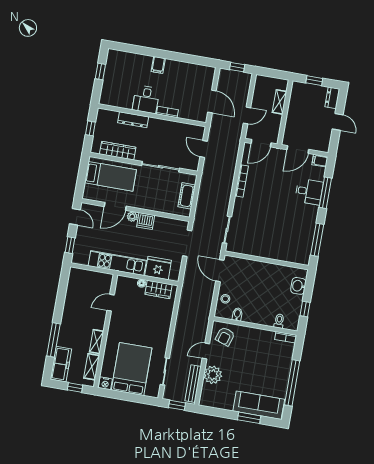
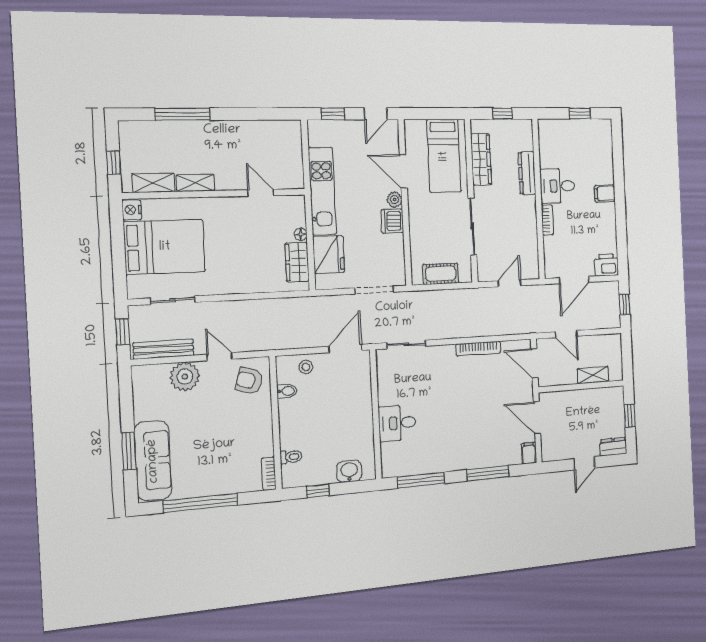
printer: (207, 75) -> (606, 265), added
desk: (309, 192) -> (397, 423), moved, turned 90
freezer: (61, 364) -> (146, 133), removed

